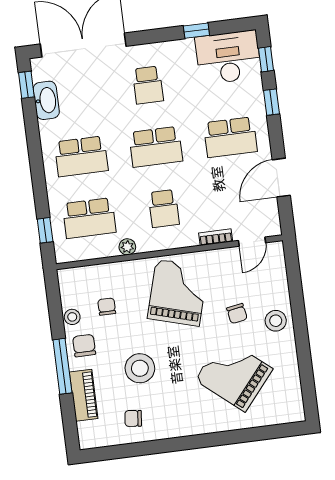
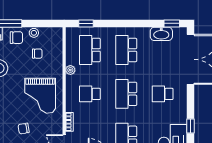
grand piano: (178, 293) -> (40, 96), turned 74

